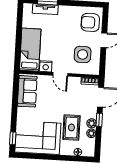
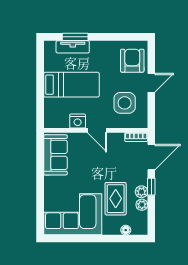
armchair: (90, 22) -> (132, 61), turned 90
bed: (30, 50) -> (71, 85), moved, turned 90
window: (13, 138) -> (40, 217), removed

